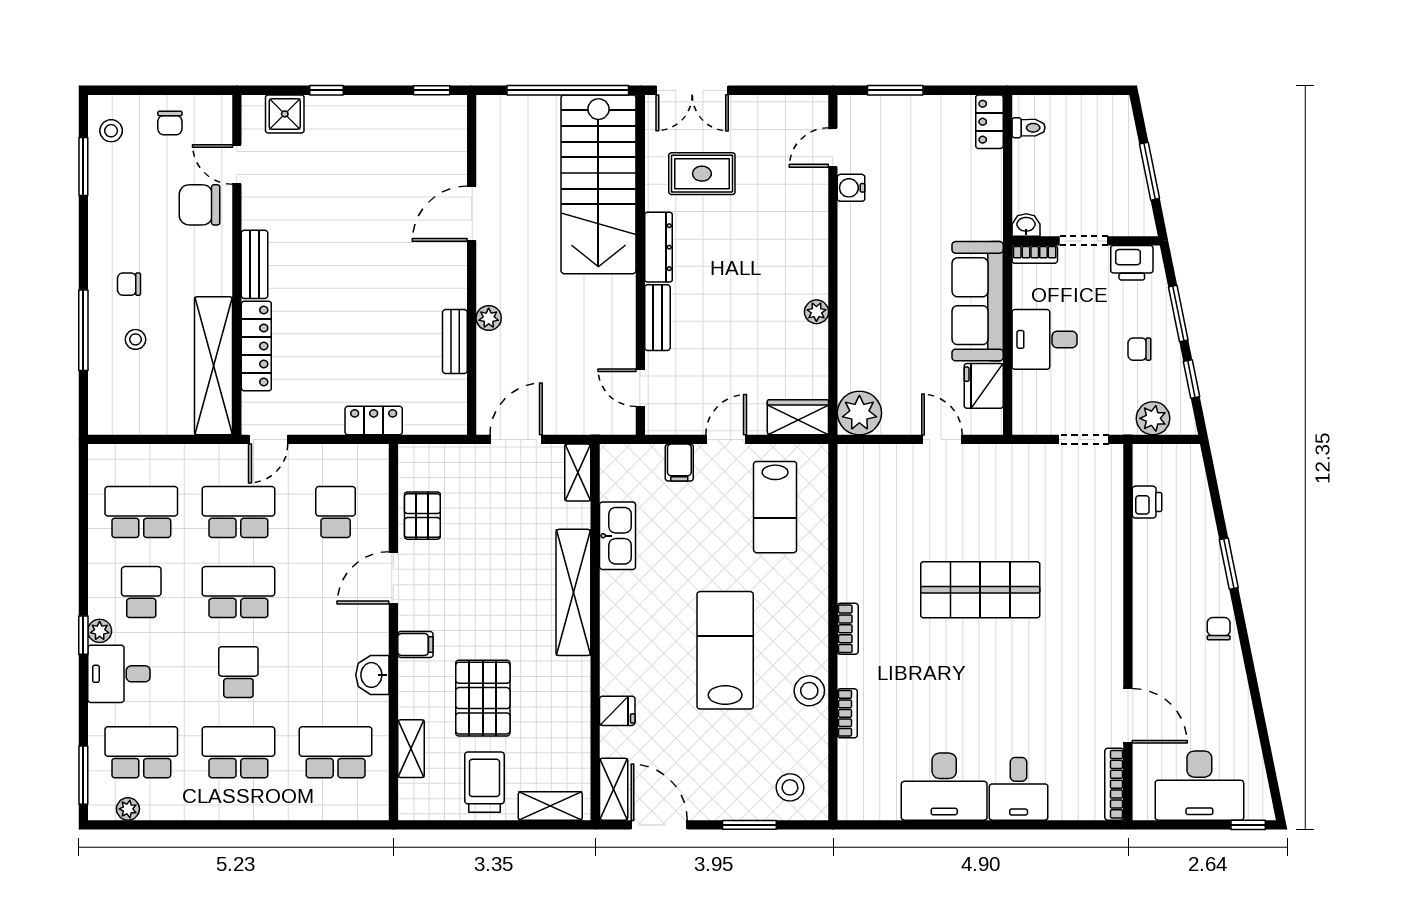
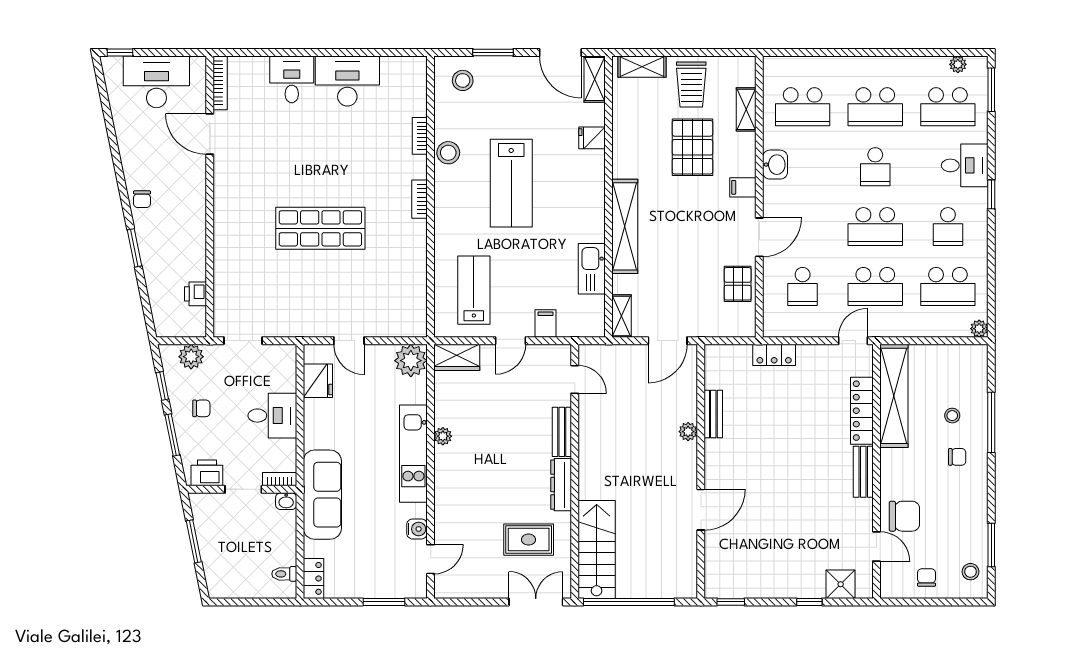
stairs: (598, 184) -> (597, 549), width x0.73, depth x0.66
kitchen unit: (856, 289) -> (413, 454), added
sofa: (978, 301) -> (322, 495), moved
plant: (100, 631) -> (979, 329), moved

